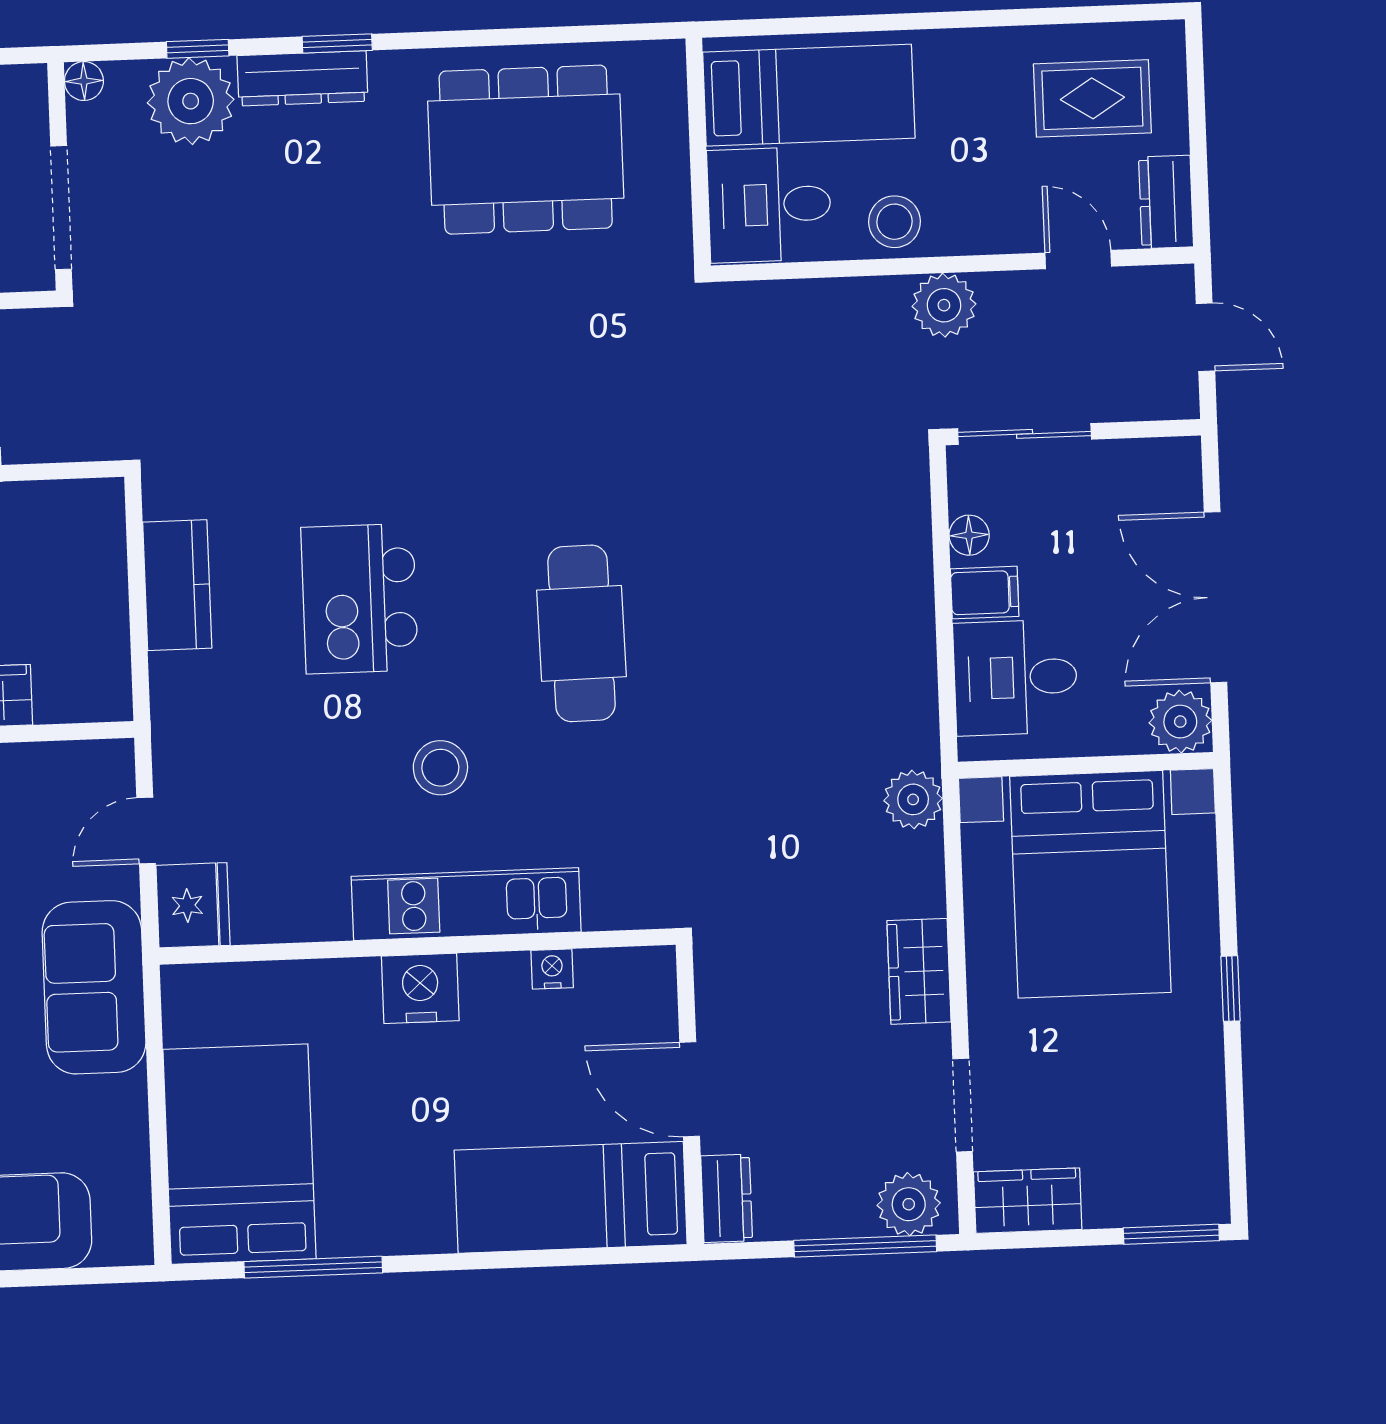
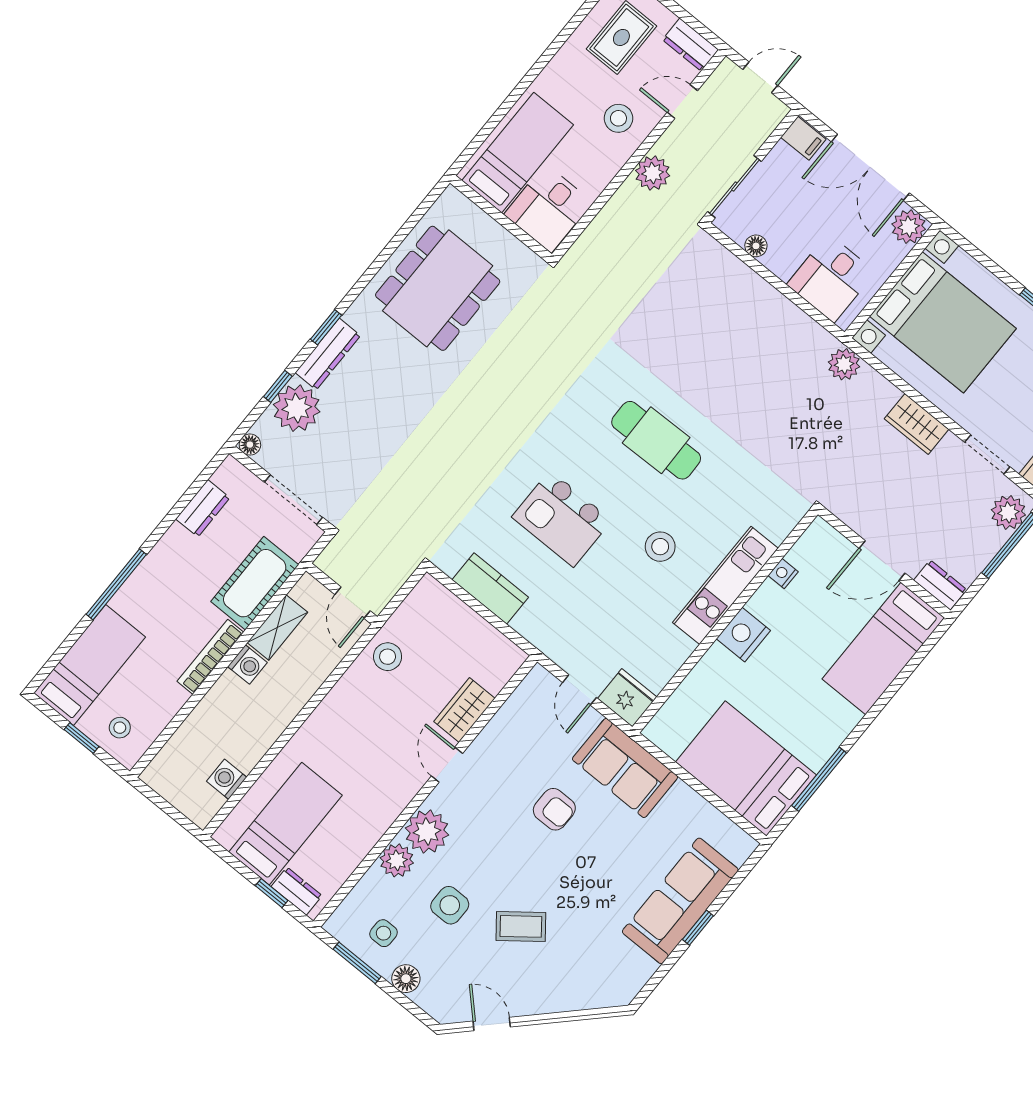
stool: (895, 222) -> (618, 118), moved
filing cabinet: (985, 593) -> (803, 138), moved, turned 90

